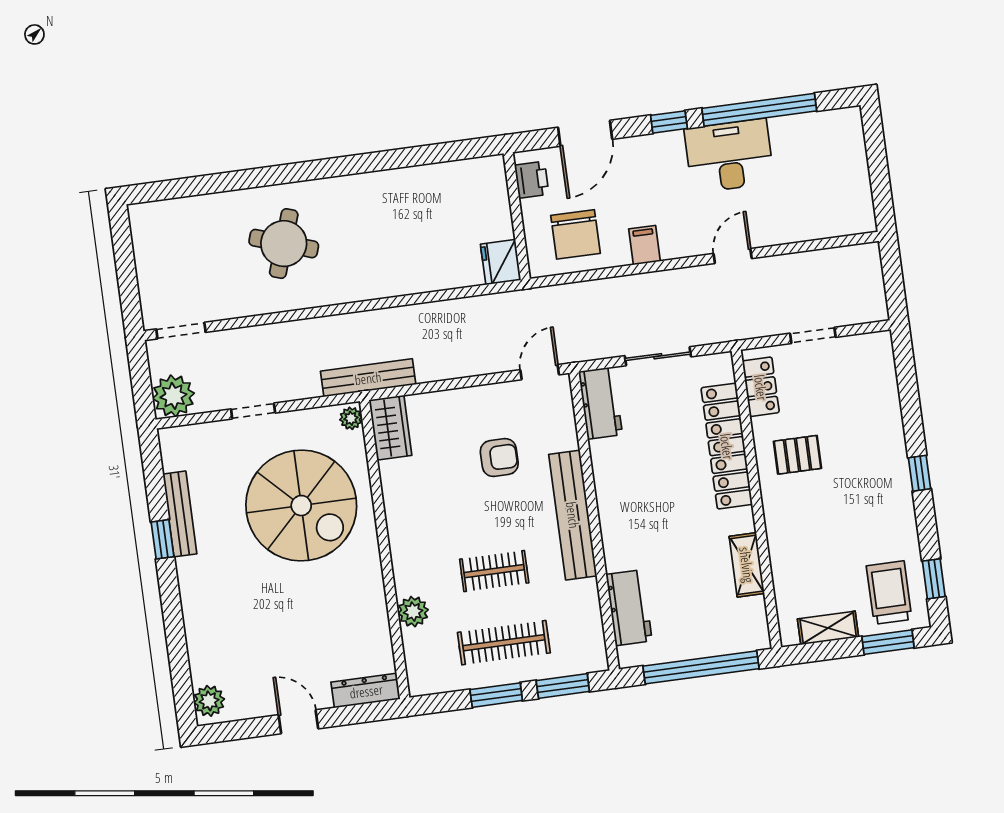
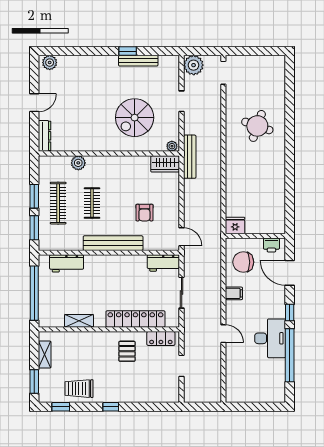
spiral stairs: (301, 506) -> (135, 118), width x0.73, depth x0.73
trolley: (889, 593) -> (79, 389), moved, turned 180

